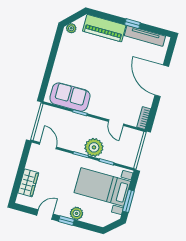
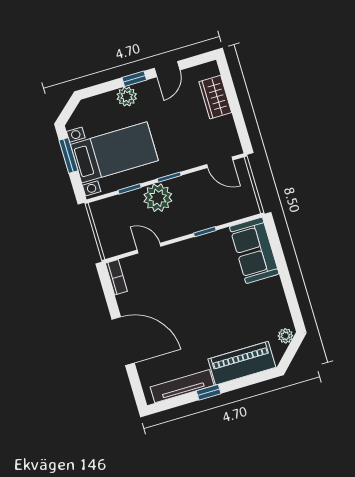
sofa: (70, 97) -> (254, 250), moved, turned 90

